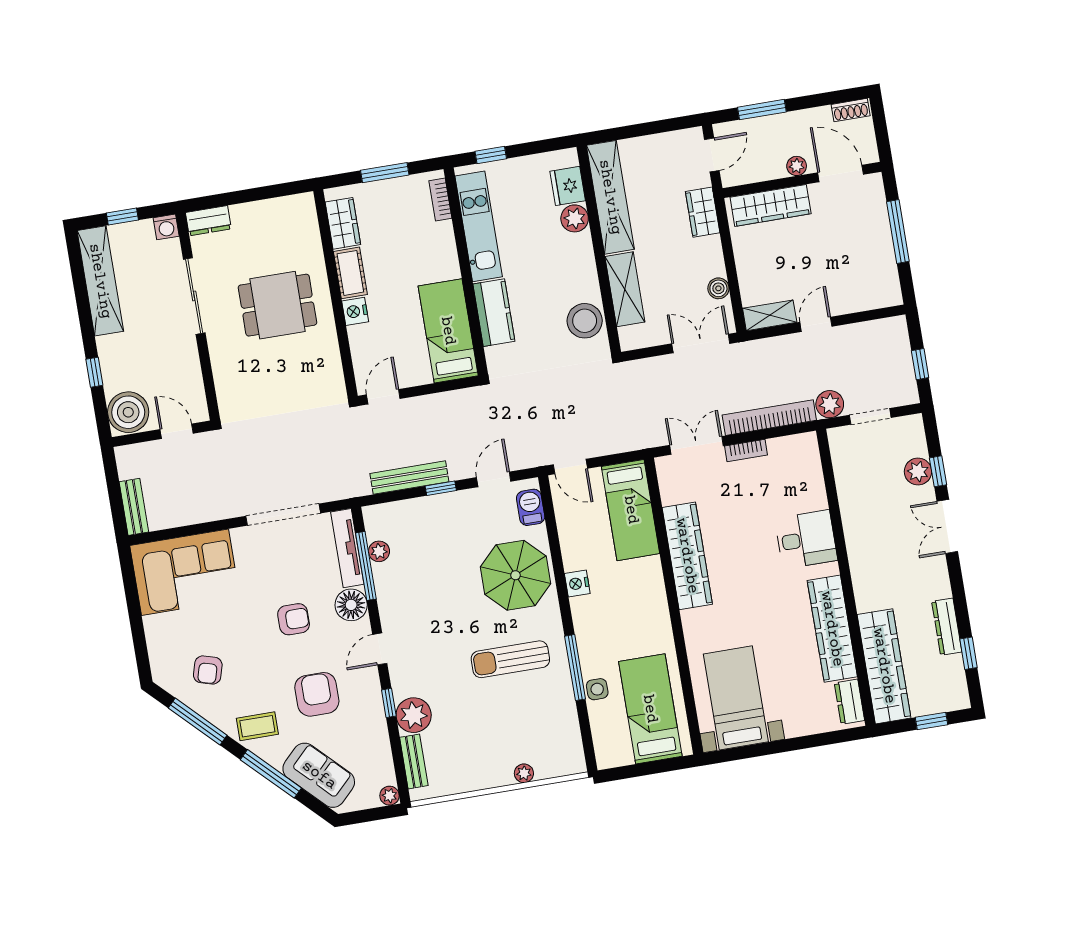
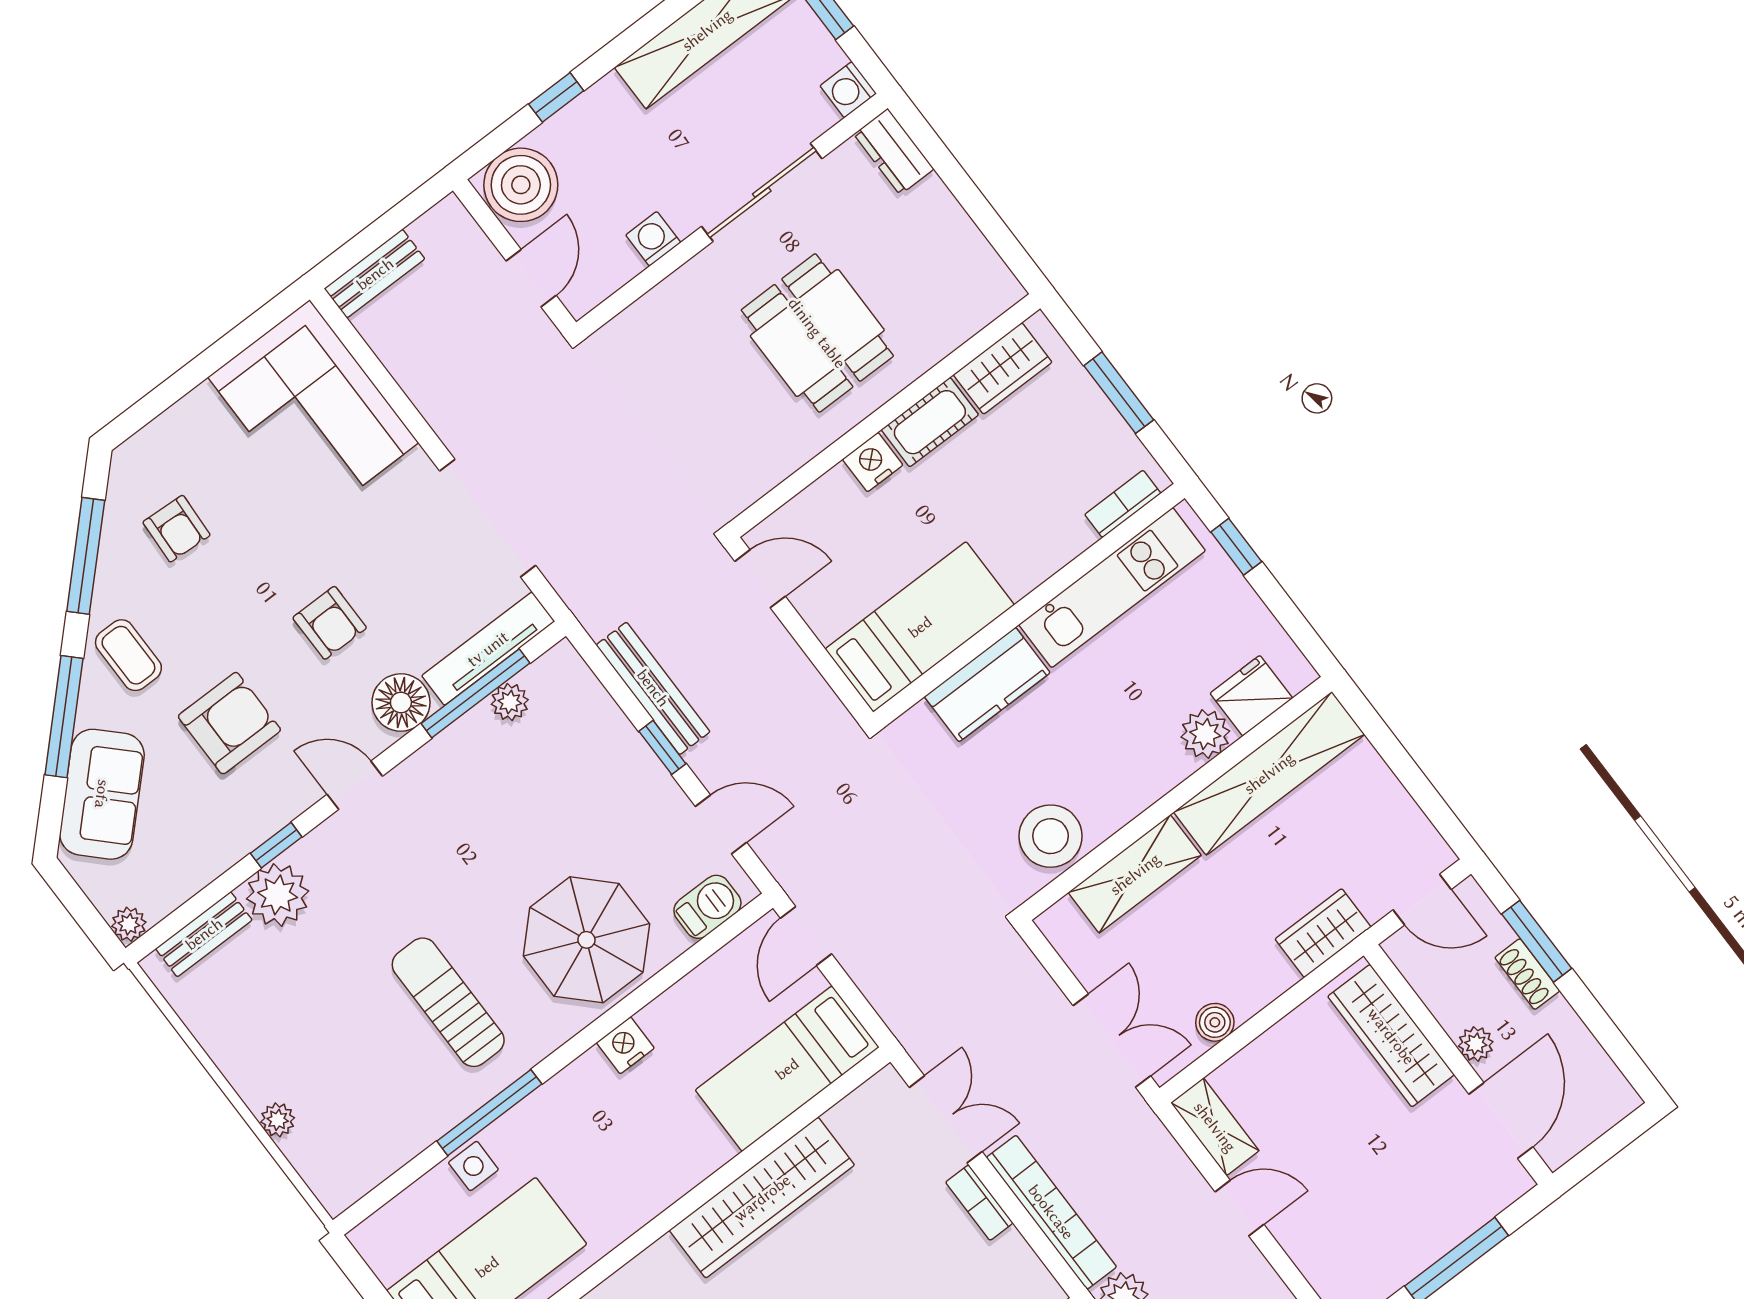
shoe rack: (851, 110) -> (1527, 974), moved
washing machine: (189, 361) -> (653, 239), added
armchair: (208, 670) -> (176, 529), turned -103

